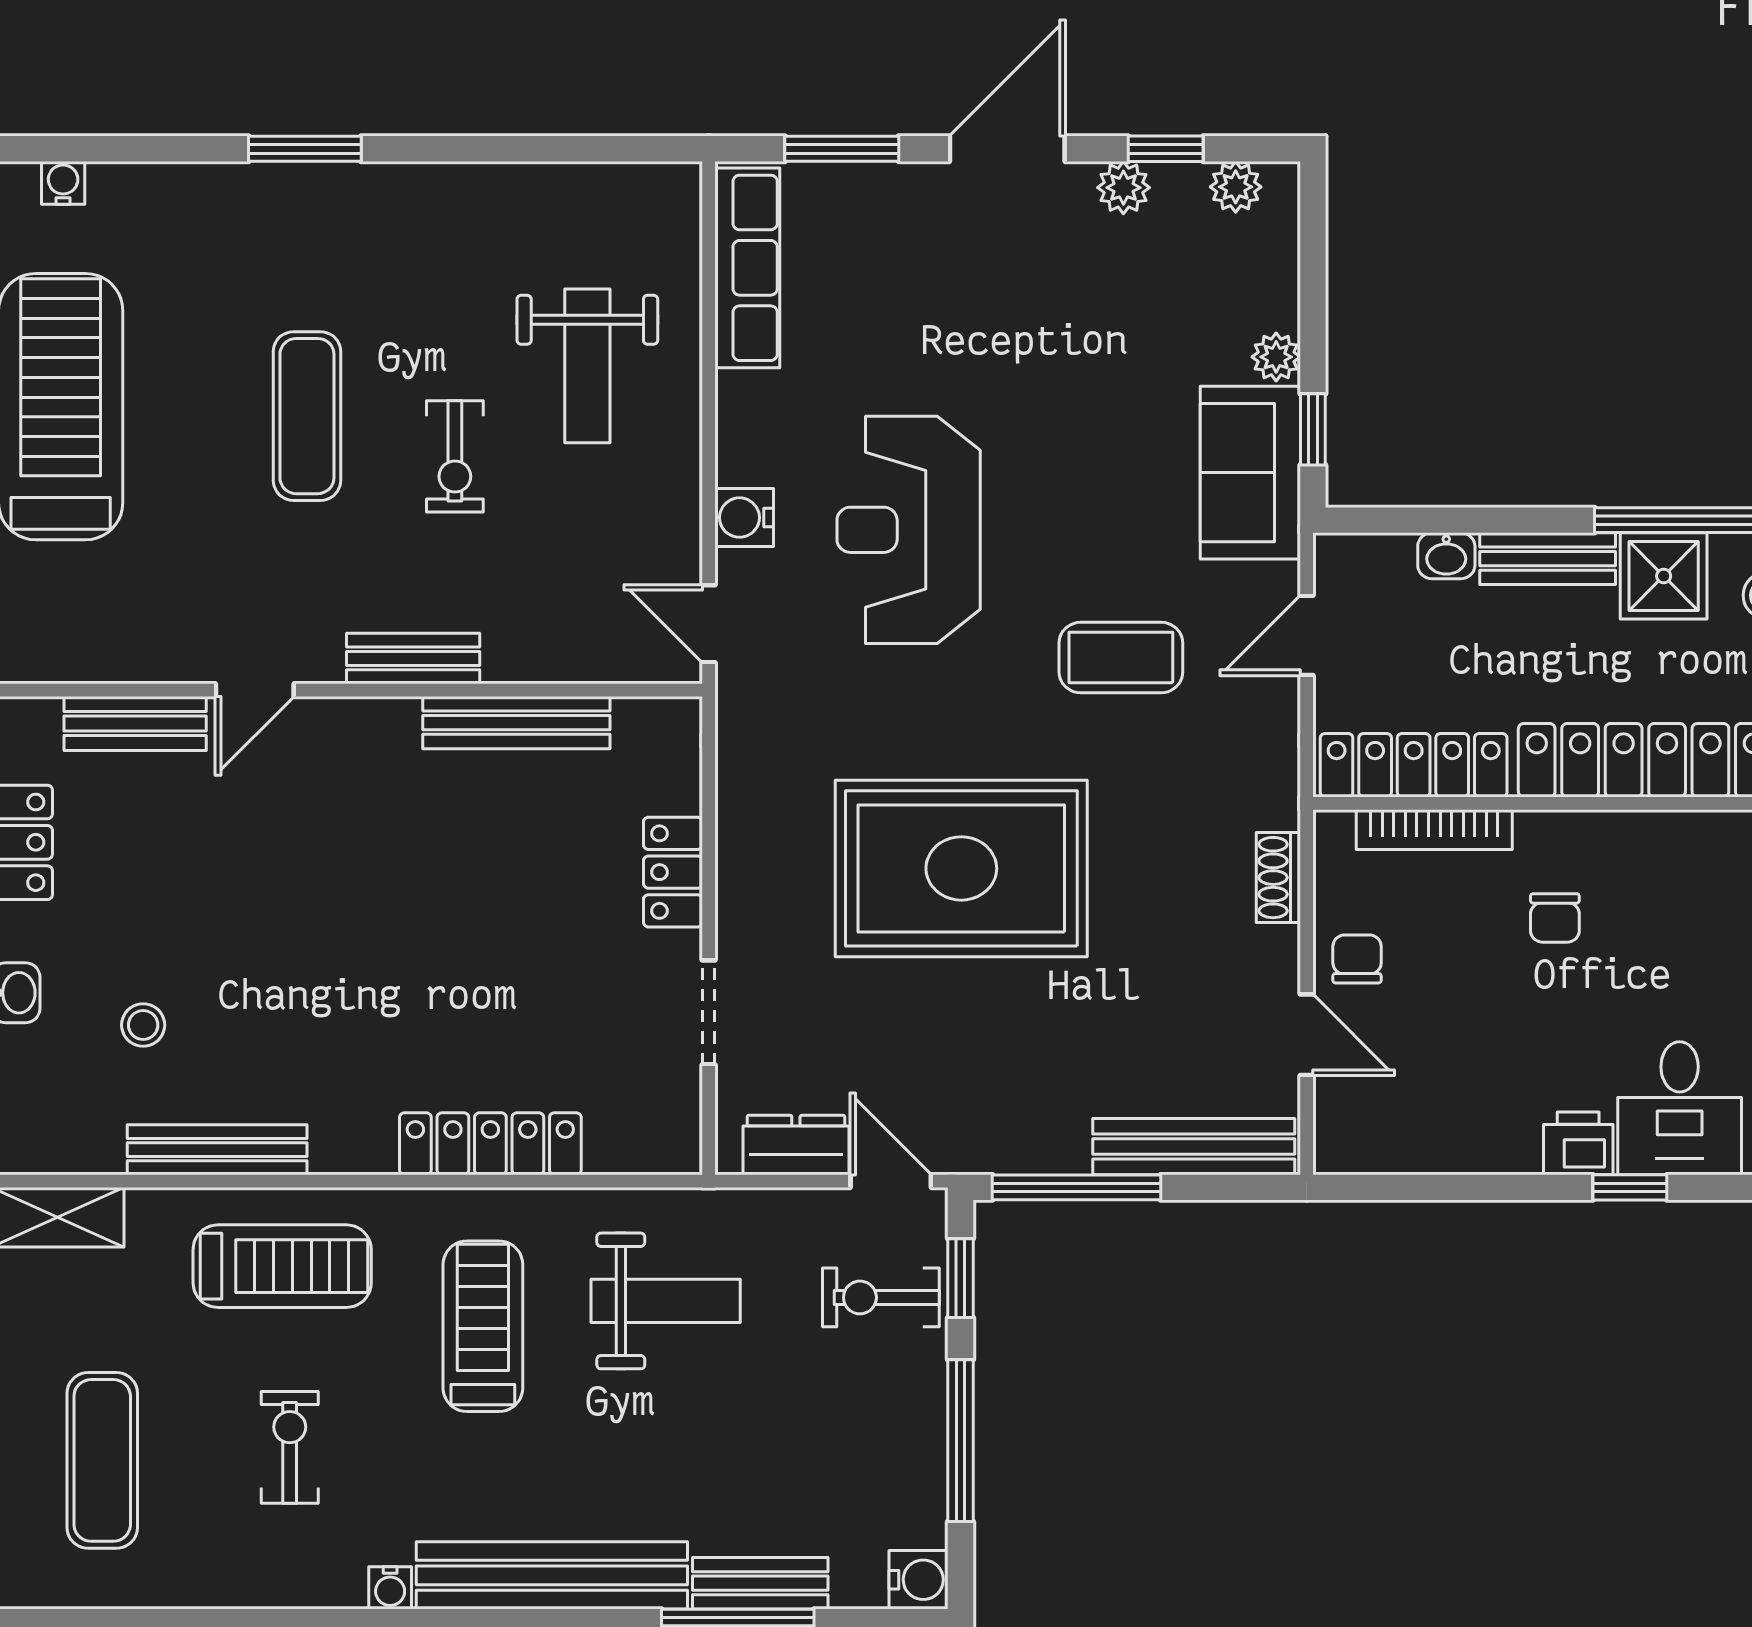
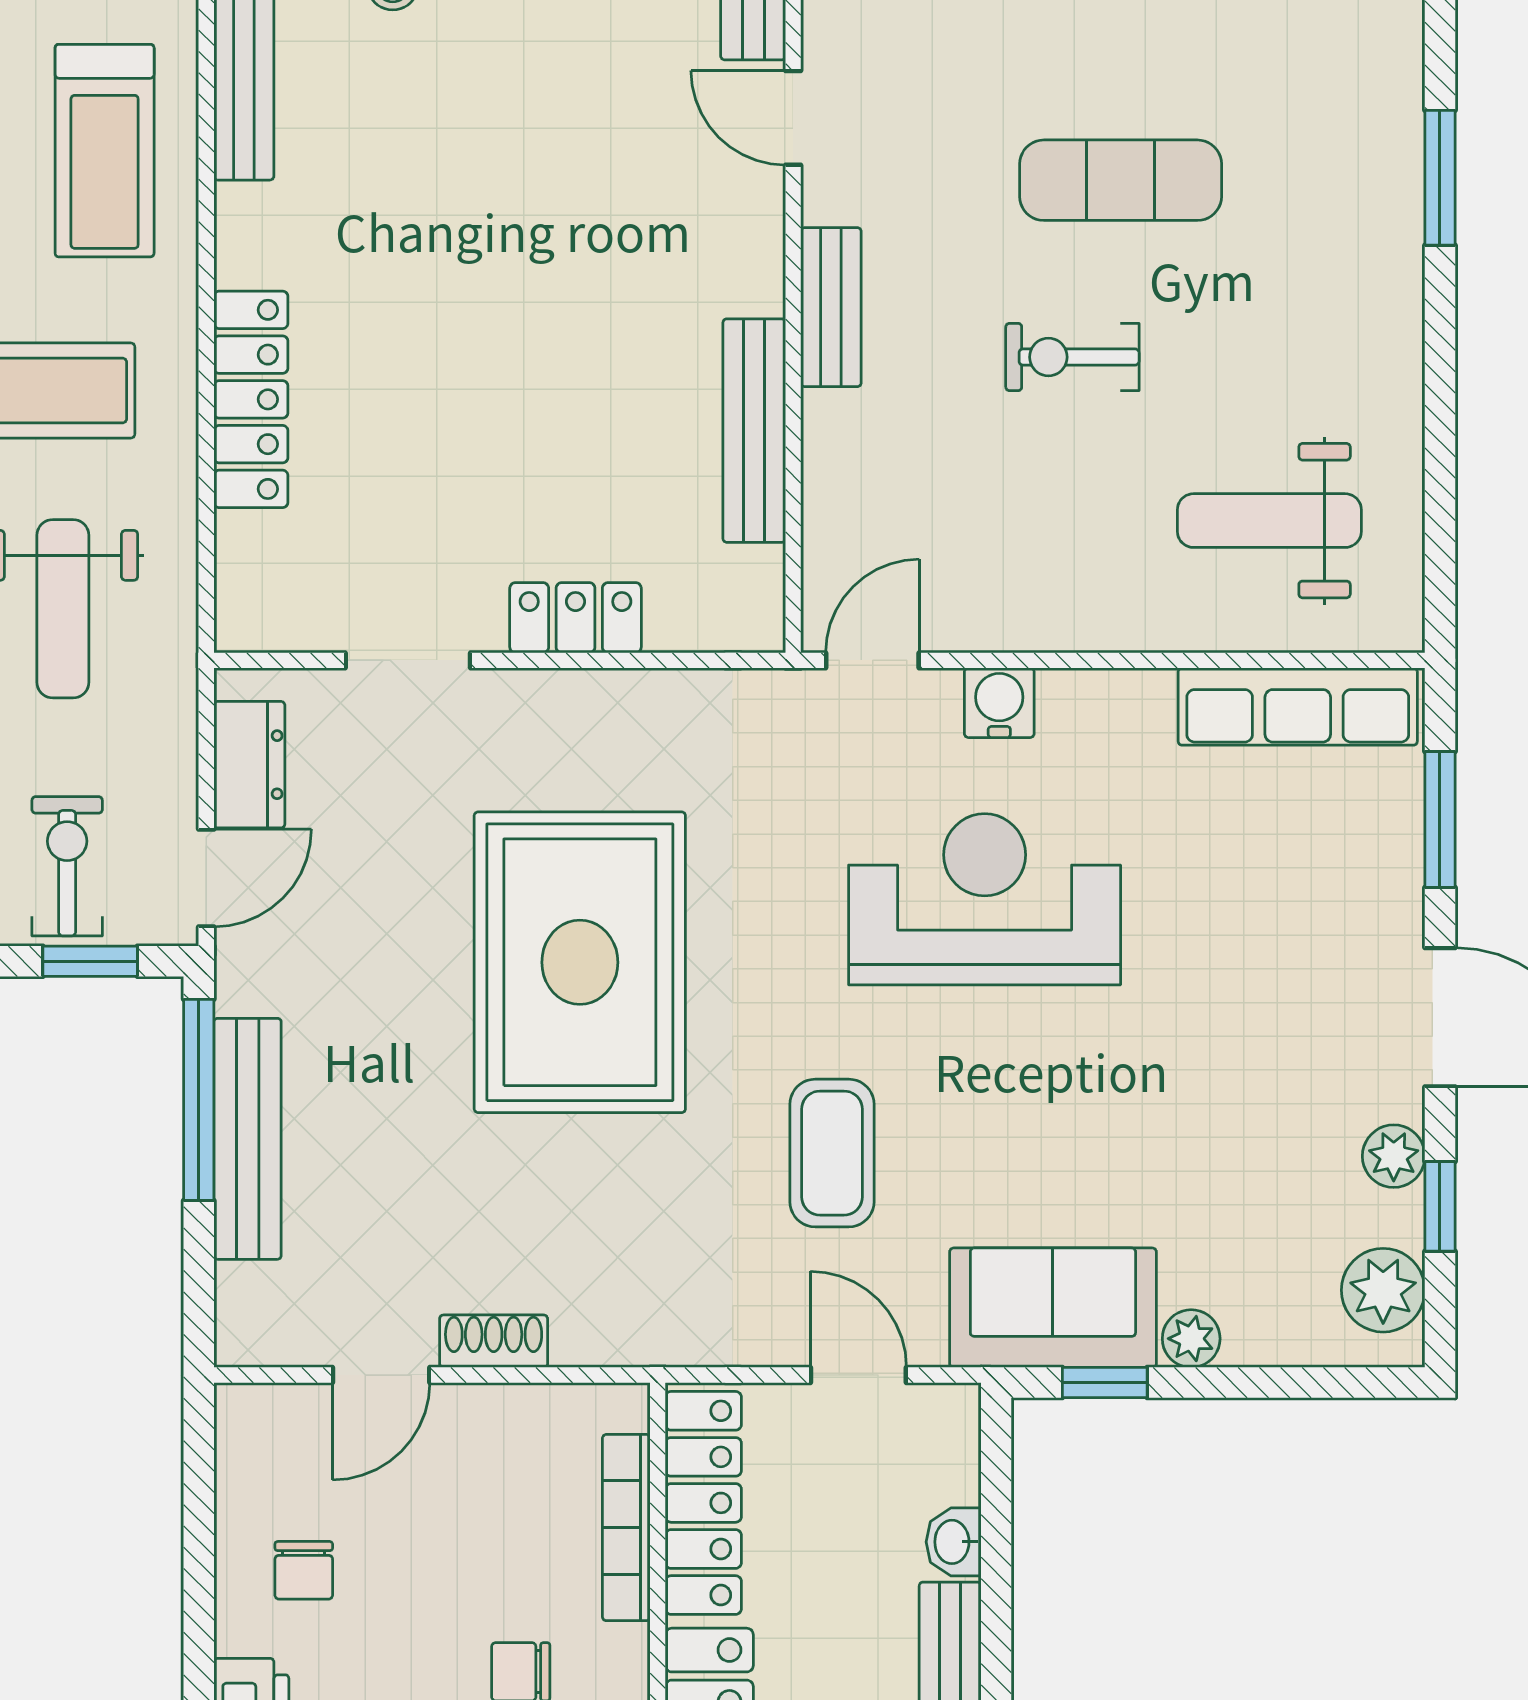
plant: (1236, 187) -> (1383, 1290), width x1.38, depth x1.38
weight bench: (587, 366) -> (1269, 521), moved
shoe rack: (1278, 878) -> (494, 1341), moved
chair: (1357, 959) -> (304, 1570), moved, turned 90
bench: (1194, 1147) -> (247, 1139), moved

